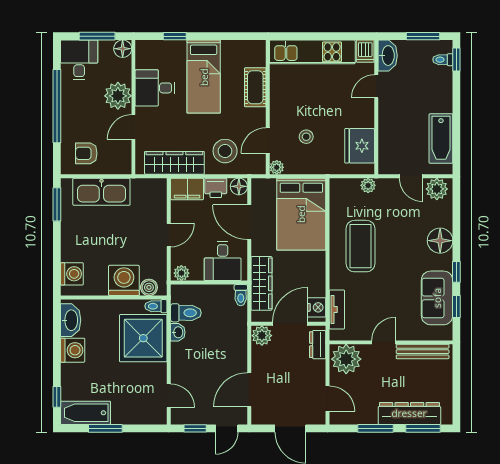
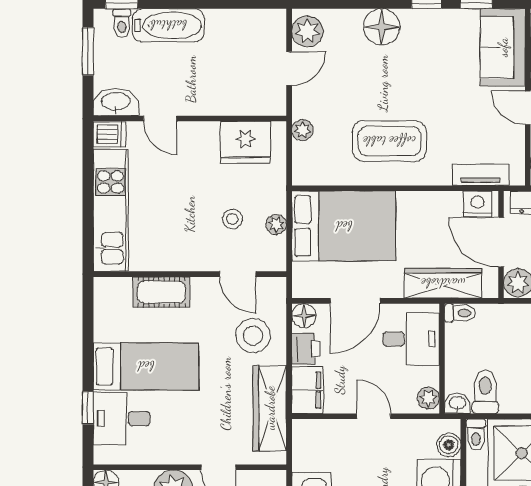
desk: (155, 88) -> (122, 419), moved, turned 90
bathtub: (441, 139) -> (168, 25), moved
plant: (277, 167) -> (276, 224), moved
sofa: (437, 298) -> (503, 47), moved, turned 90
washbasin: (178, 332) -> (457, 403), moved

